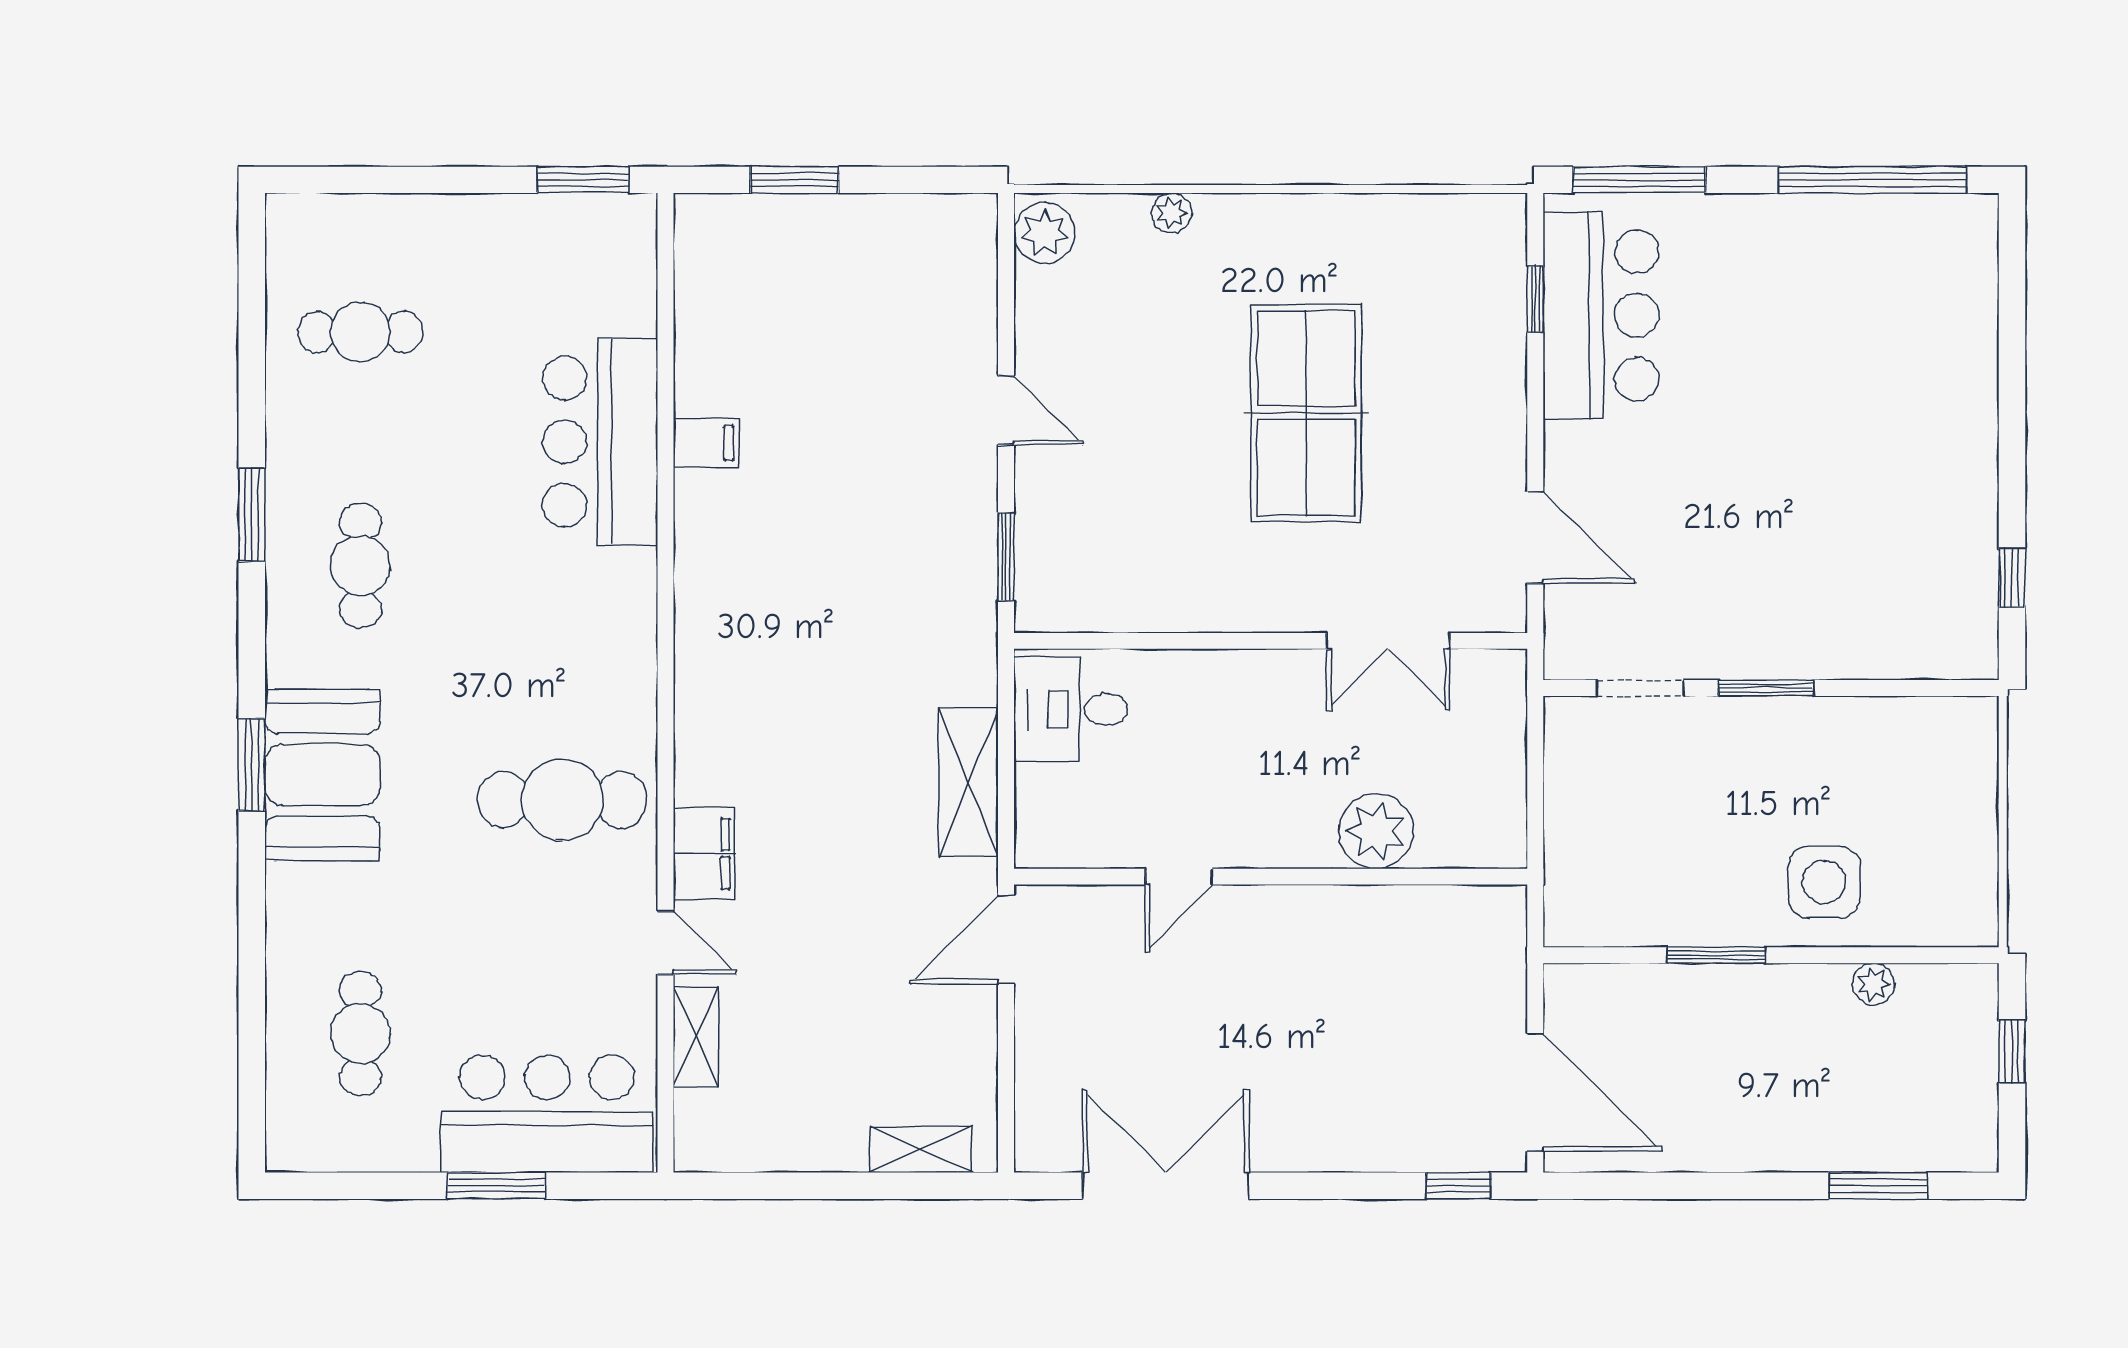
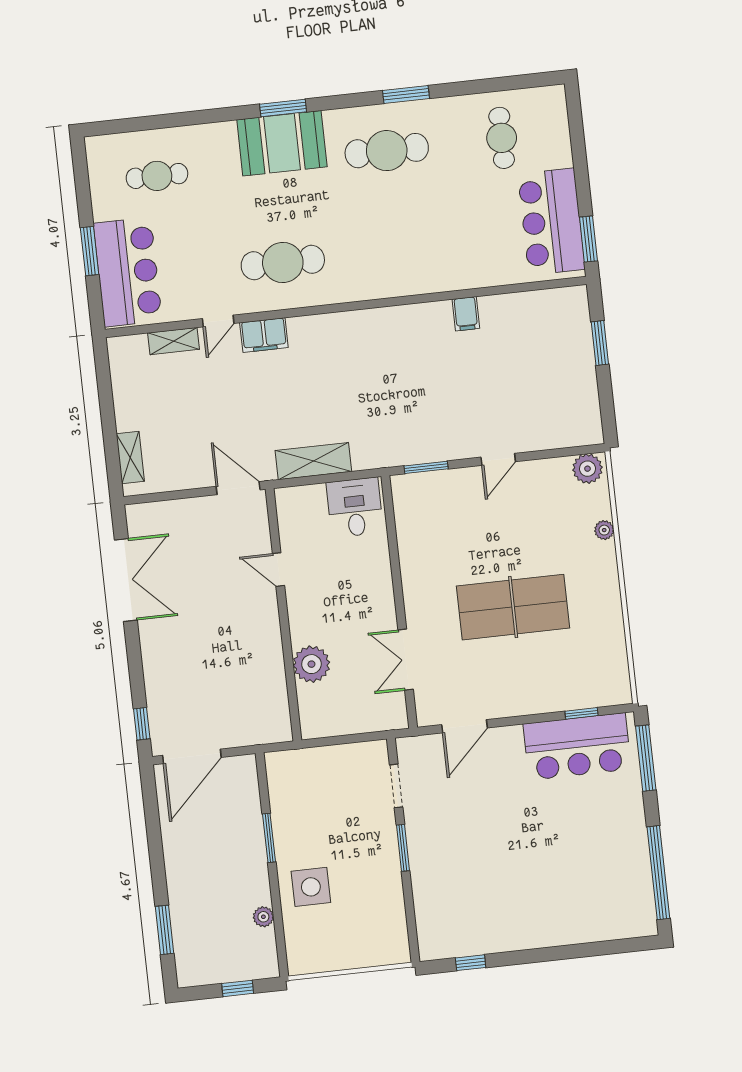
bar counter: (600, 442) -> (551, 222), moved, turned -90
cafe table: (360, 566) -> (387, 151), width x1.37, depth x1.35
cafe table: (562, 800) -> (283, 263), turned 90

